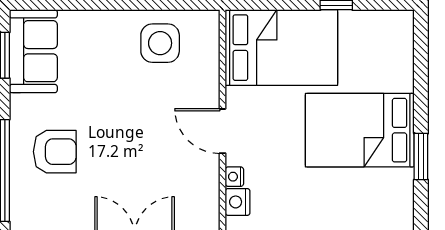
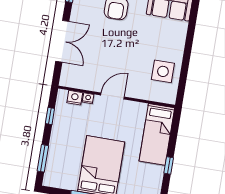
bed: (281, 48) -> (157, 134), width x0.67

